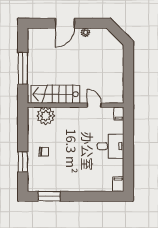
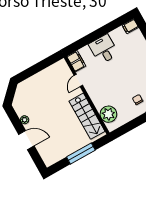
filing cabinet: (119, 113) -> (76, 61), width x2.00

